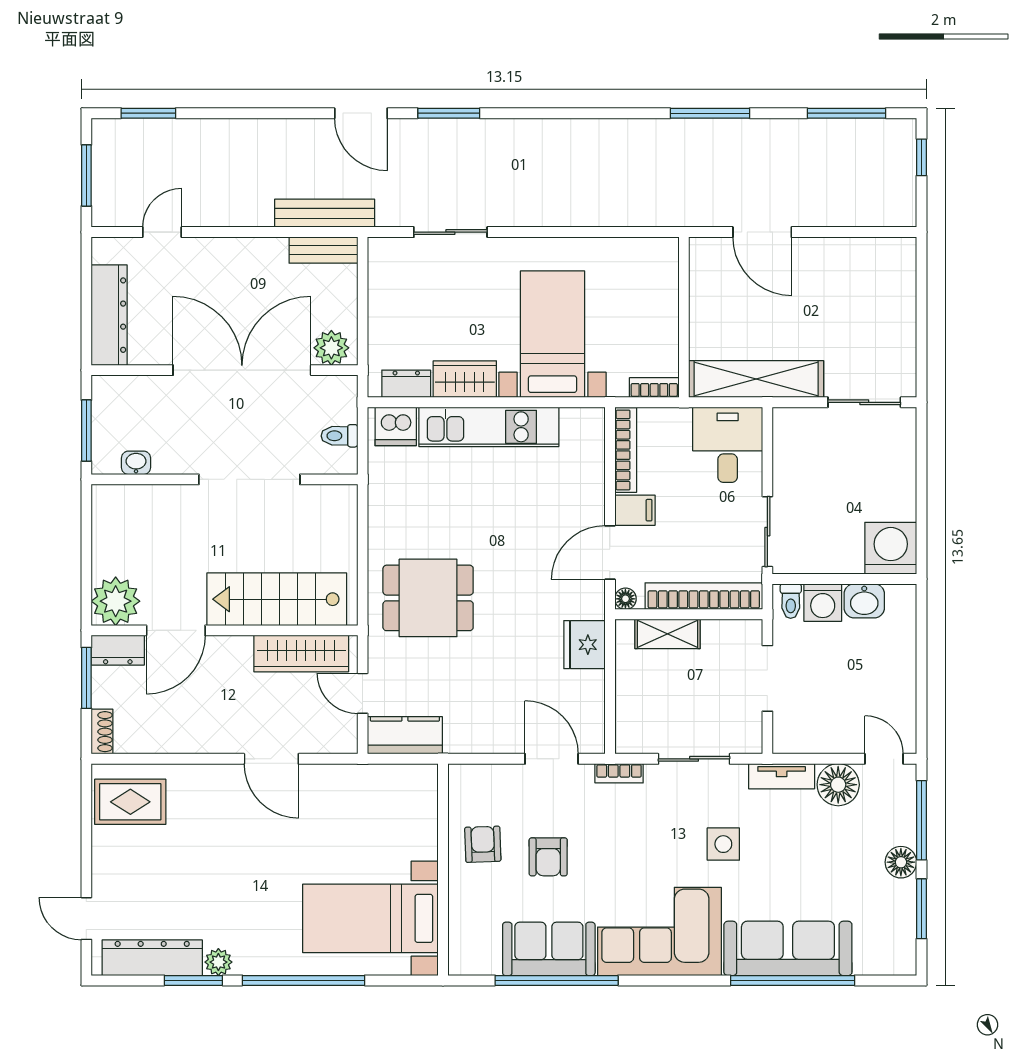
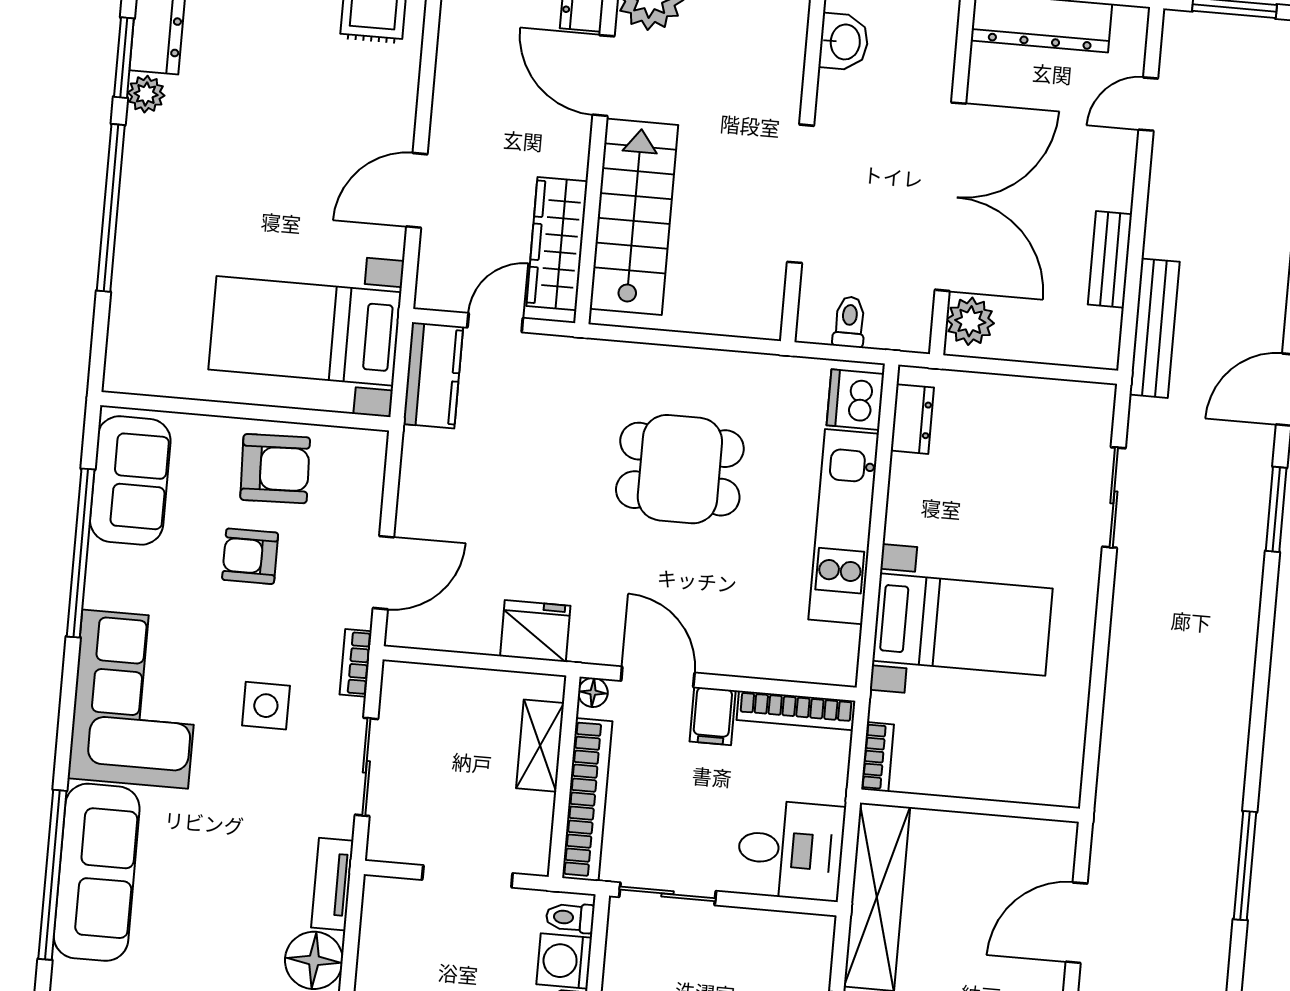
door: (162, 232) -> (1148, 104), swing flipped
bench: (323, 250) -> (1110, 259), moved
wardrobe: (465, 379) -> (912, 500), removed
washbasin: (136, 463) -> (844, 42), width x1.38, depth x1.45
dining table: (428, 598) -> (680, 469), moved, turned 90
armchair: (483, 844) -> (275, 469), width x1.38, depth x1.38
side table: (723, 844) -> (266, 706), moved
bed with nightstands: (370, 918) -> (305, 331), moved, turned -90
sofa: (549, 949) -> (130, 480), moved

